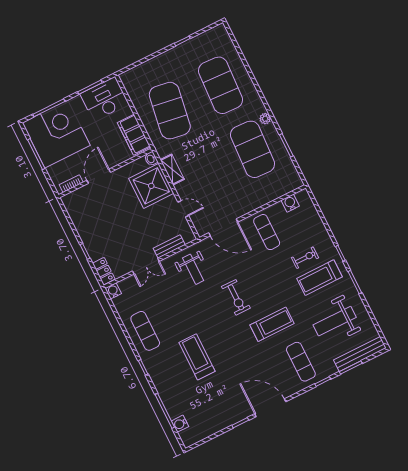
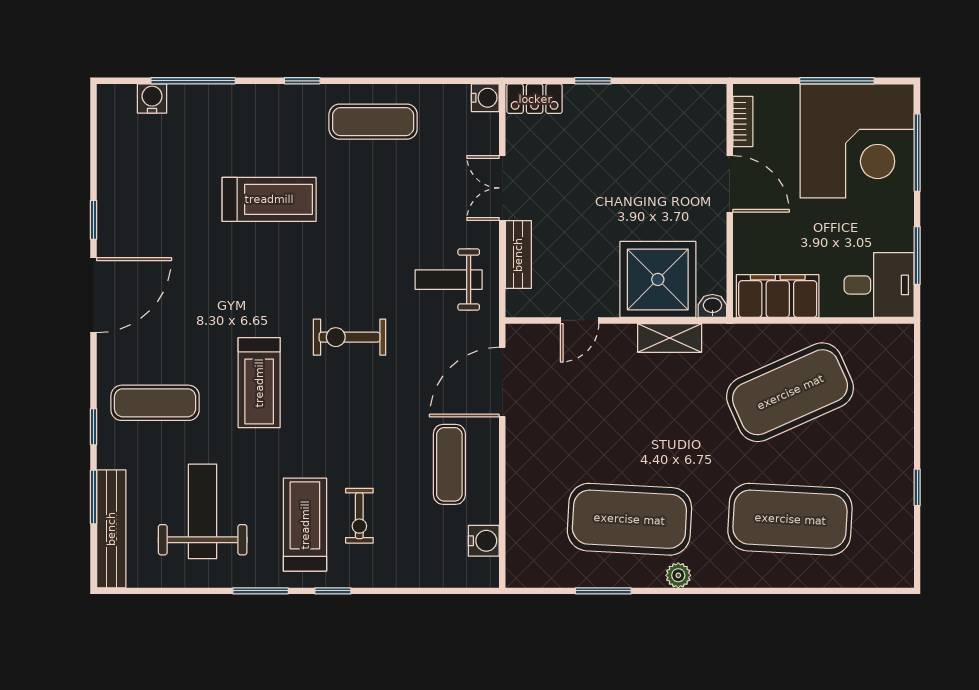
desk: (104, 99) -> (879, 285), width x0.73
exercise mat: (170, 111) -> (790, 392), turned -33
exercise mat: (267, 232) -> (449, 464), turned 90

